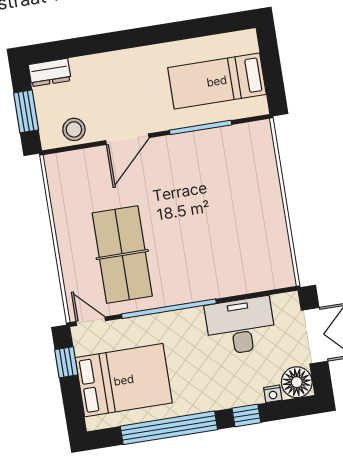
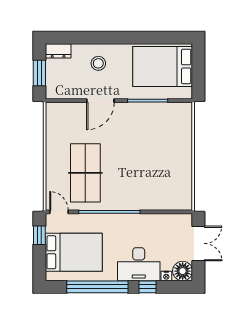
bed: (217, 81) -> (163, 66), width x1.50
stool: (74, 129) -> (98, 63), moved
desk: (241, 326) -> (139, 264), moved, turned 180

